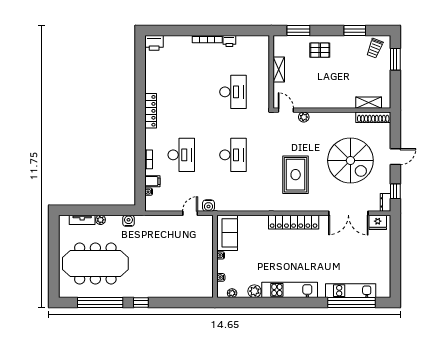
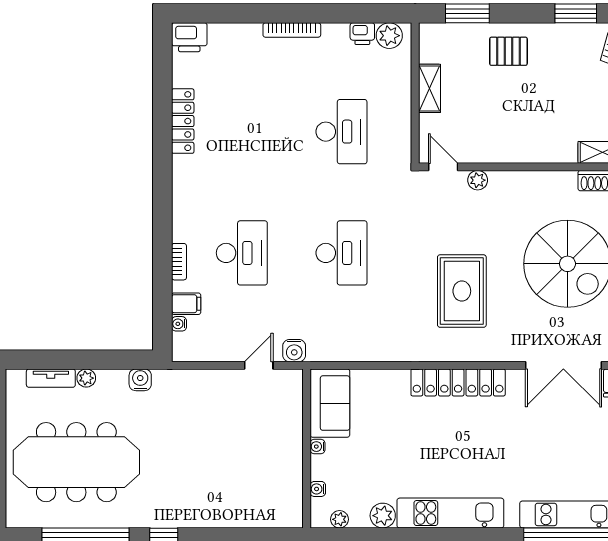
printer: (229, 41) -> (362, 34), moved
plant: (258, 42) -> (389, 36), added
locker: (151, 111) -> (183, 121), moved

